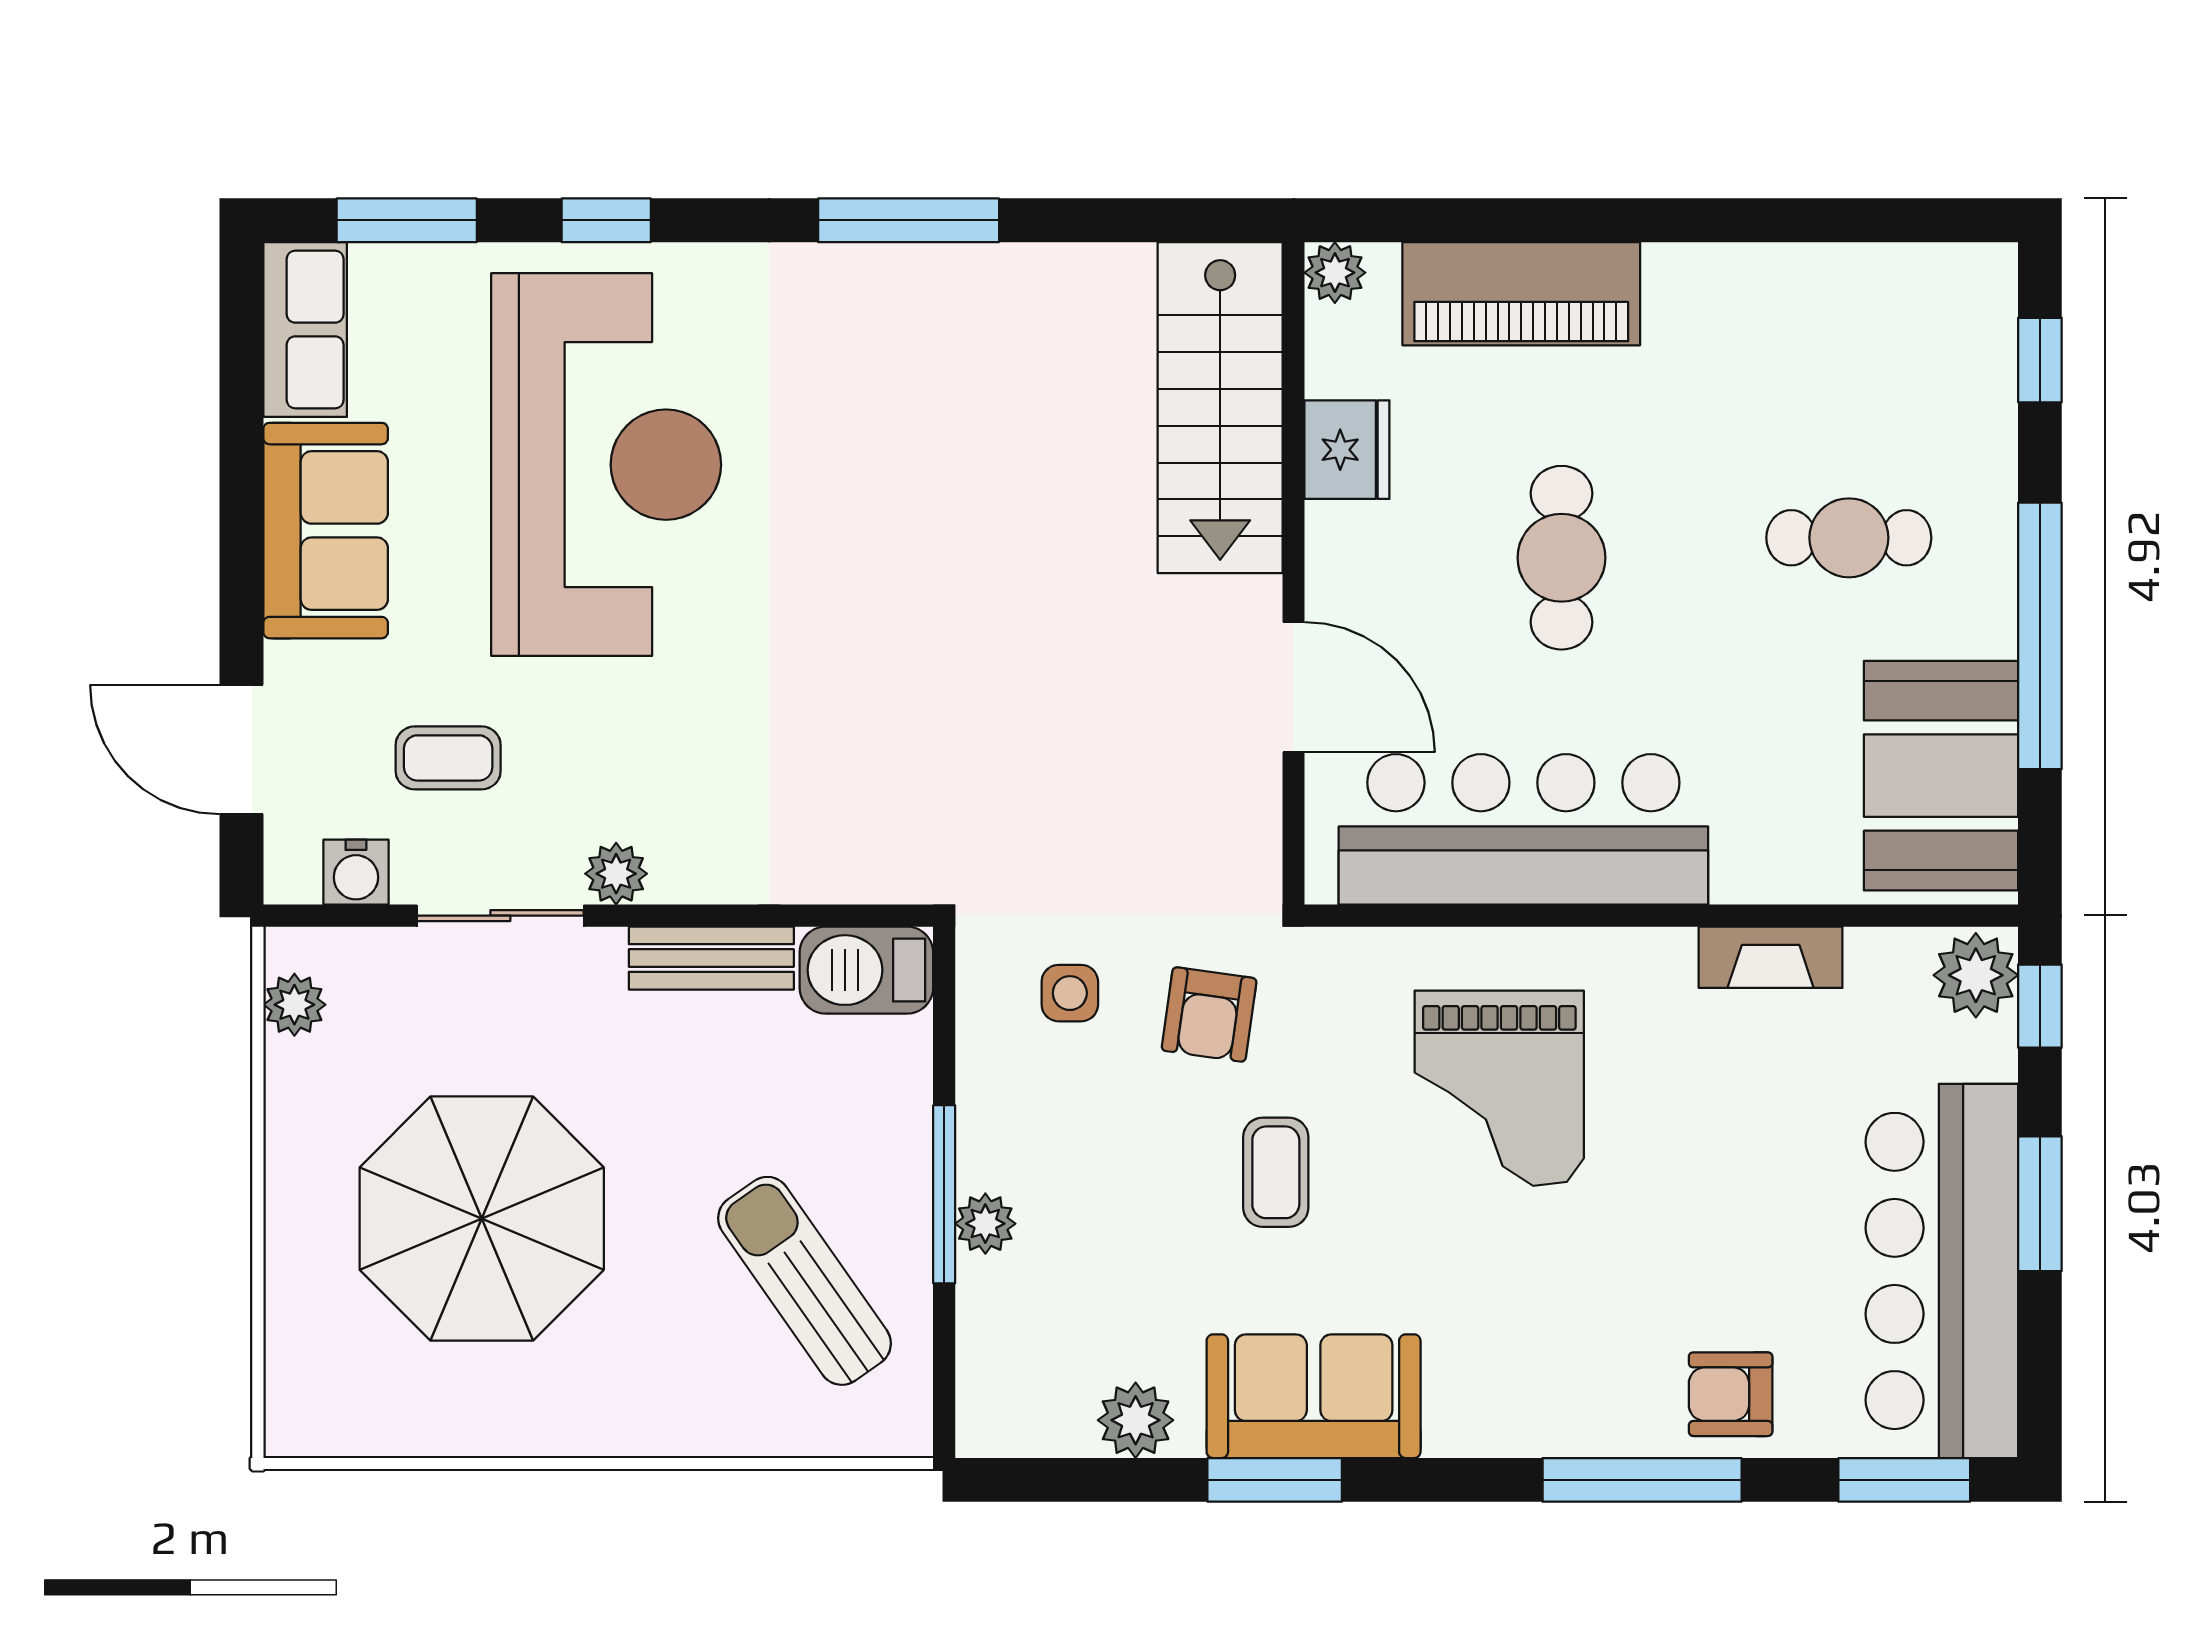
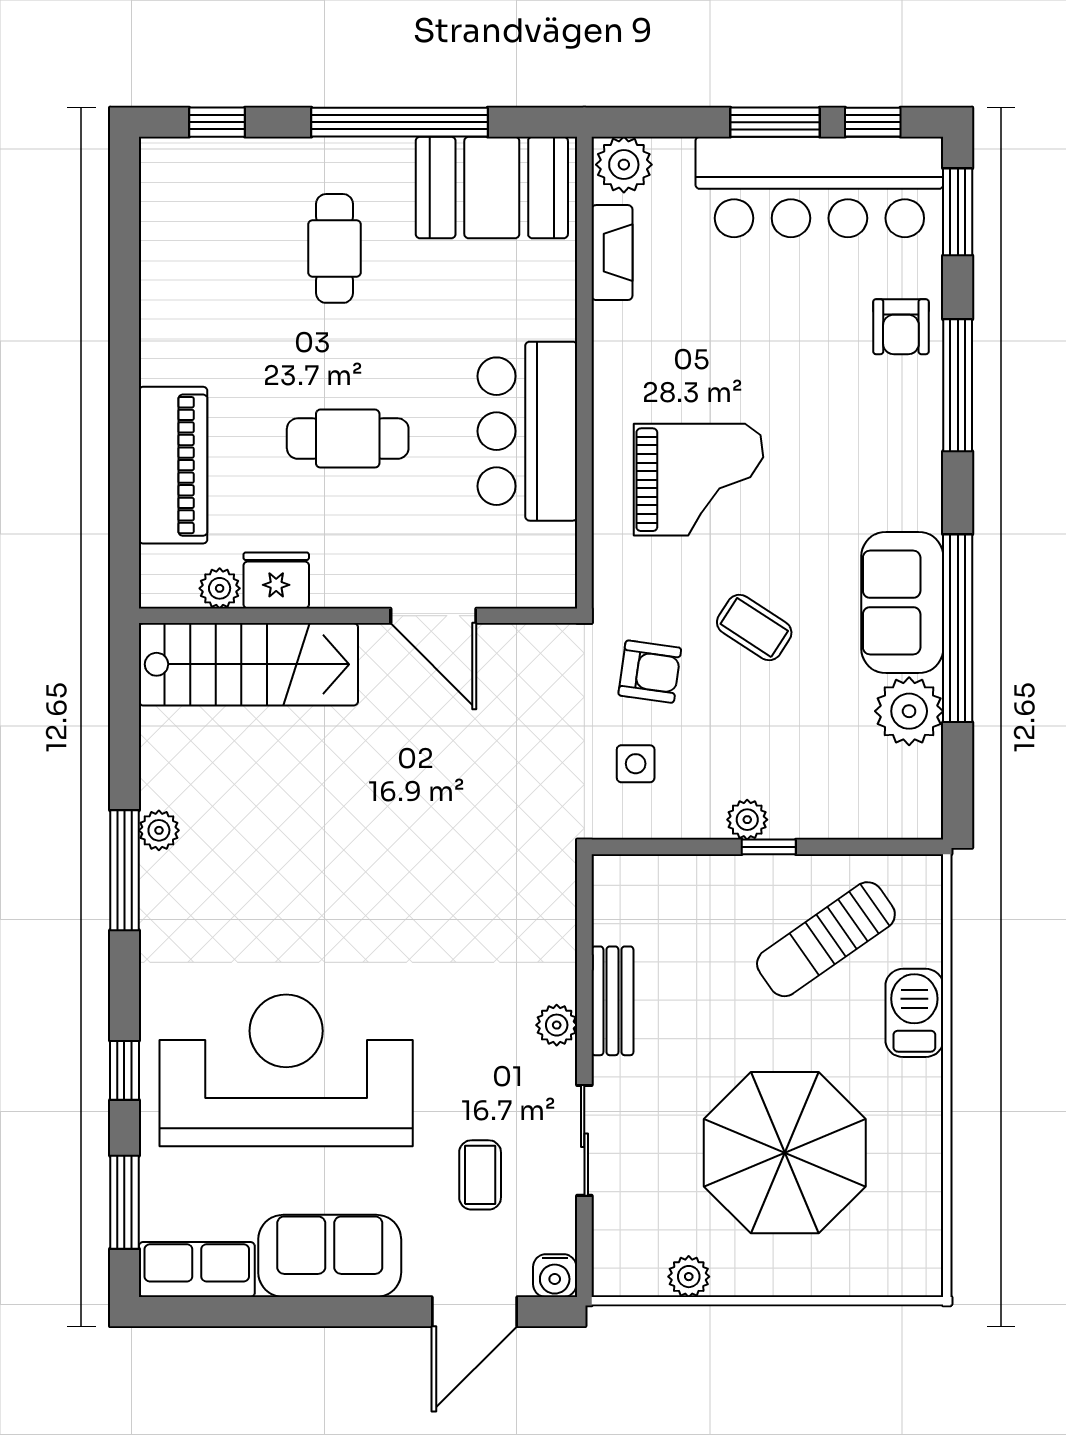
plant: (969, 272) -> (159, 830), added
plant: (1335, 273) -> (220, 588), moved
door: (1294, 687) -> (433, 616), swing flipped
bar counter: (1523, 829) -> (527, 431), width x0.73
water cooler: (356, 872) -> (555, 1276), moved, turned 90
plant: (616, 874) -> (557, 1025), moved
fireplace: (1771, 957) -> (612, 253), moved
barbecue: (866, 970) -> (914, 1013), moved, turned 180
plant: (294, 1005) -> (689, 1277), moved
window: (2040, 1006) -> (873, 122), moved
coffee table: (1276, 1172) -> (754, 627), turned 33
window: (944, 1194) -> (769, 847), width x0.46
plant: (985, 1224) -> (747, 820), moved
plant: (1136, 1420) -> (909, 711), width x1.36, depth x1.36
window: (1275, 1480) -> (958, 628), width x2.11

